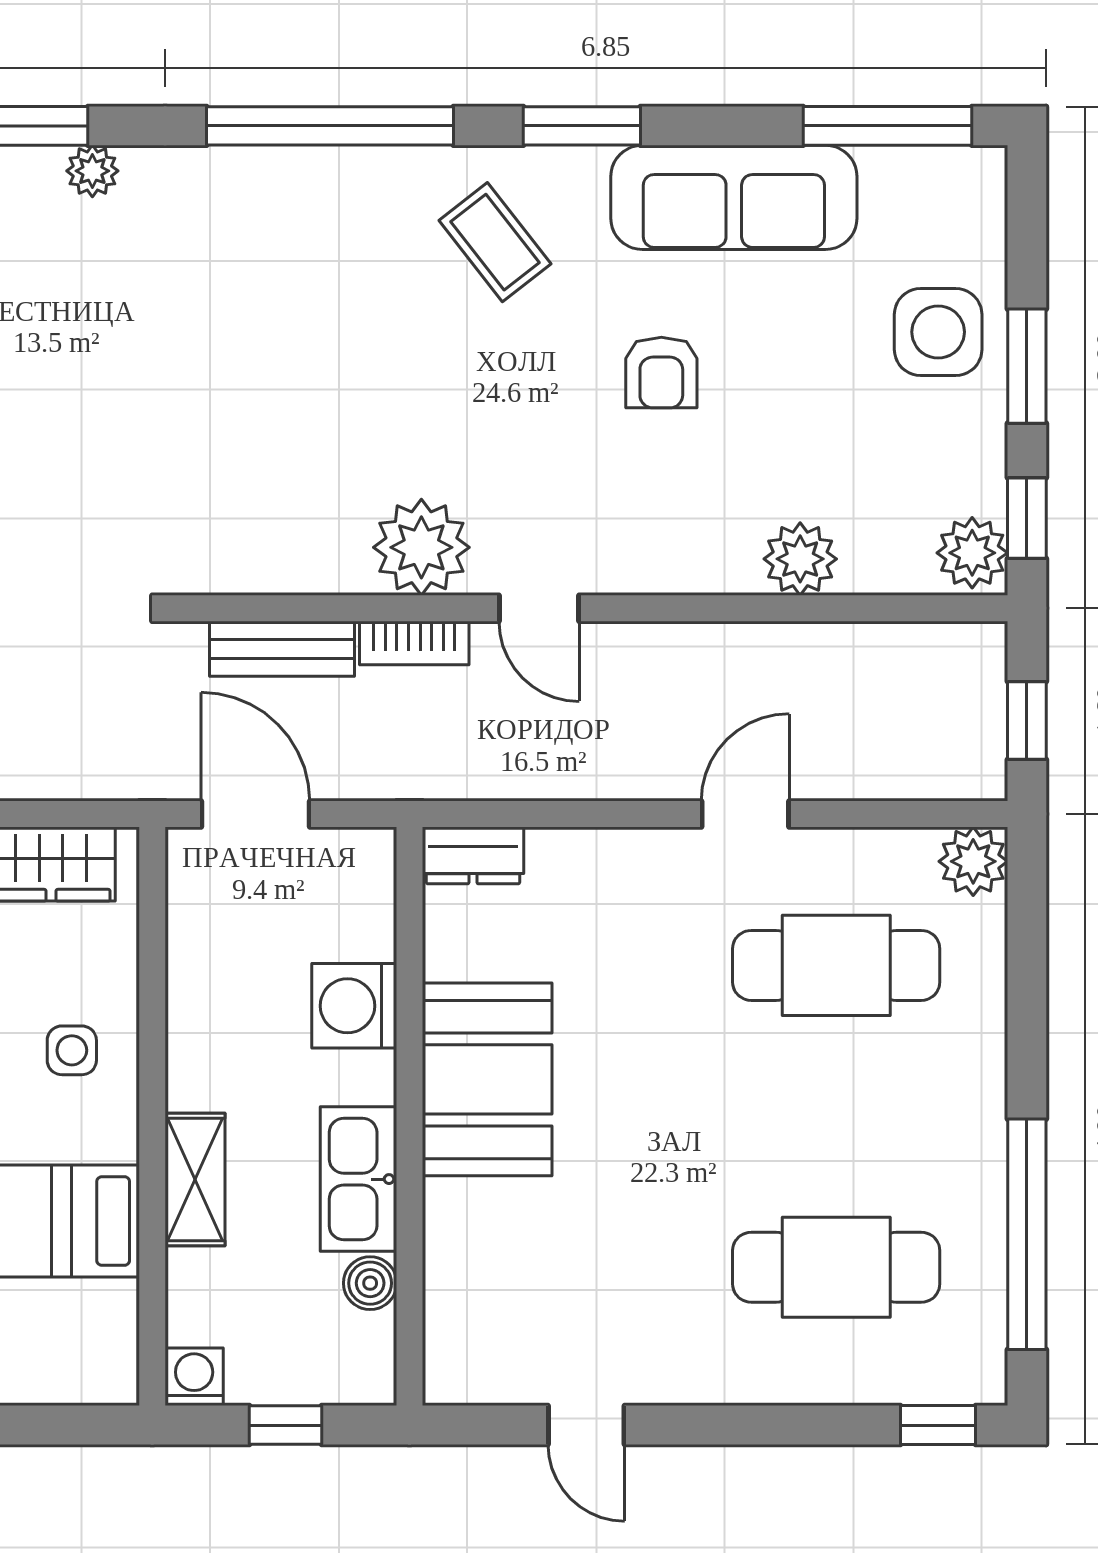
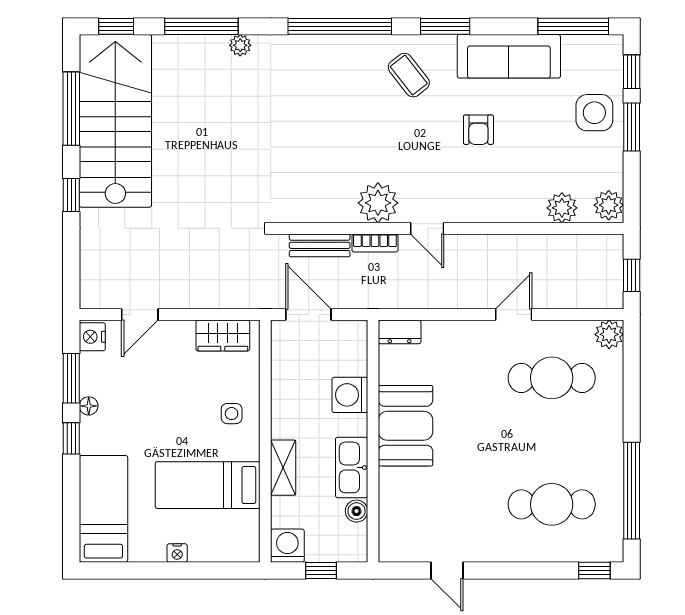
window: (1027, 518) -> (632, 72), moved
plant: (800, 559) -> (562, 208), moved
washing machine: (194, 1377) -> (287, 546), width x1.38, depth x1.38

